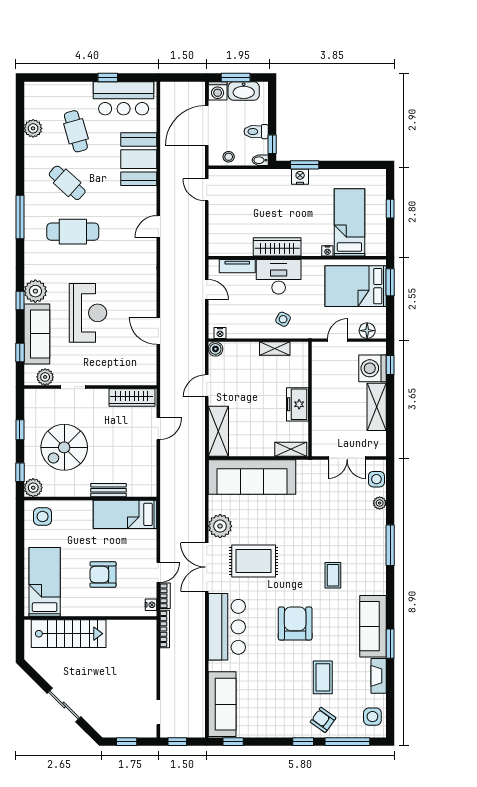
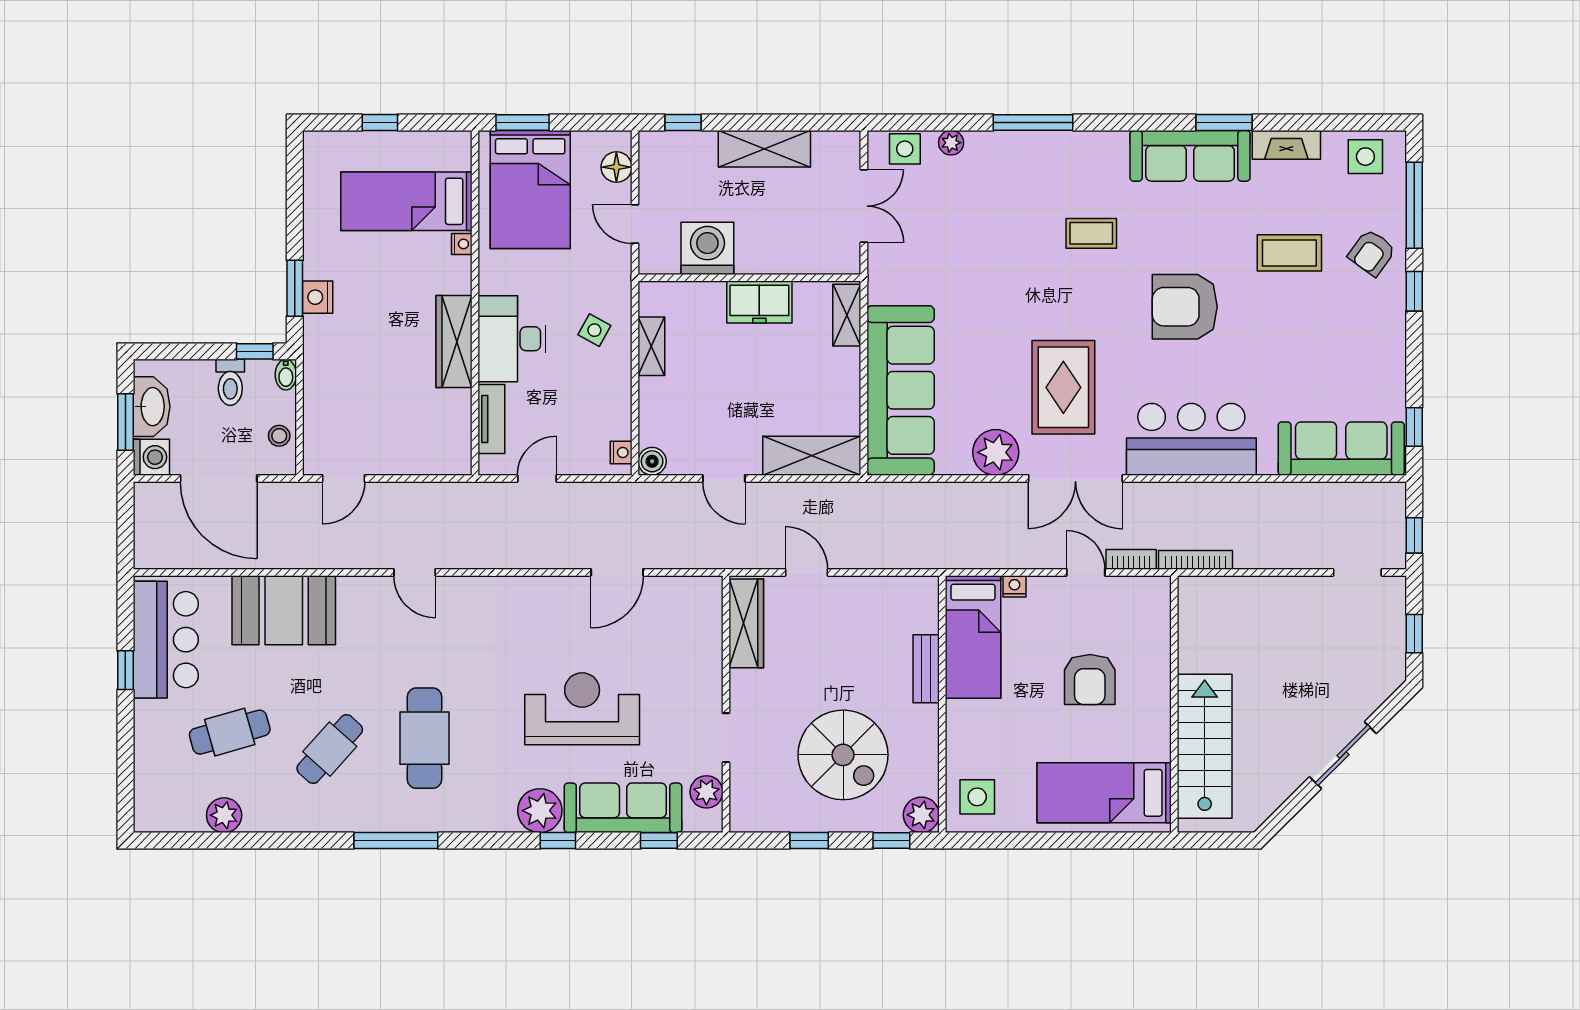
washing machine: (372, 368) -> (707, 248), moved, turned 180
nightstand: (151, 605) -> (1015, 586), moved

